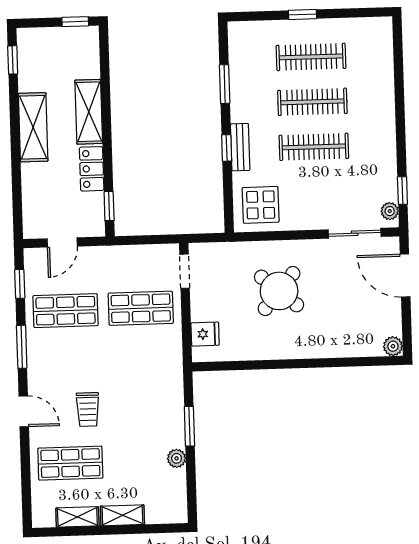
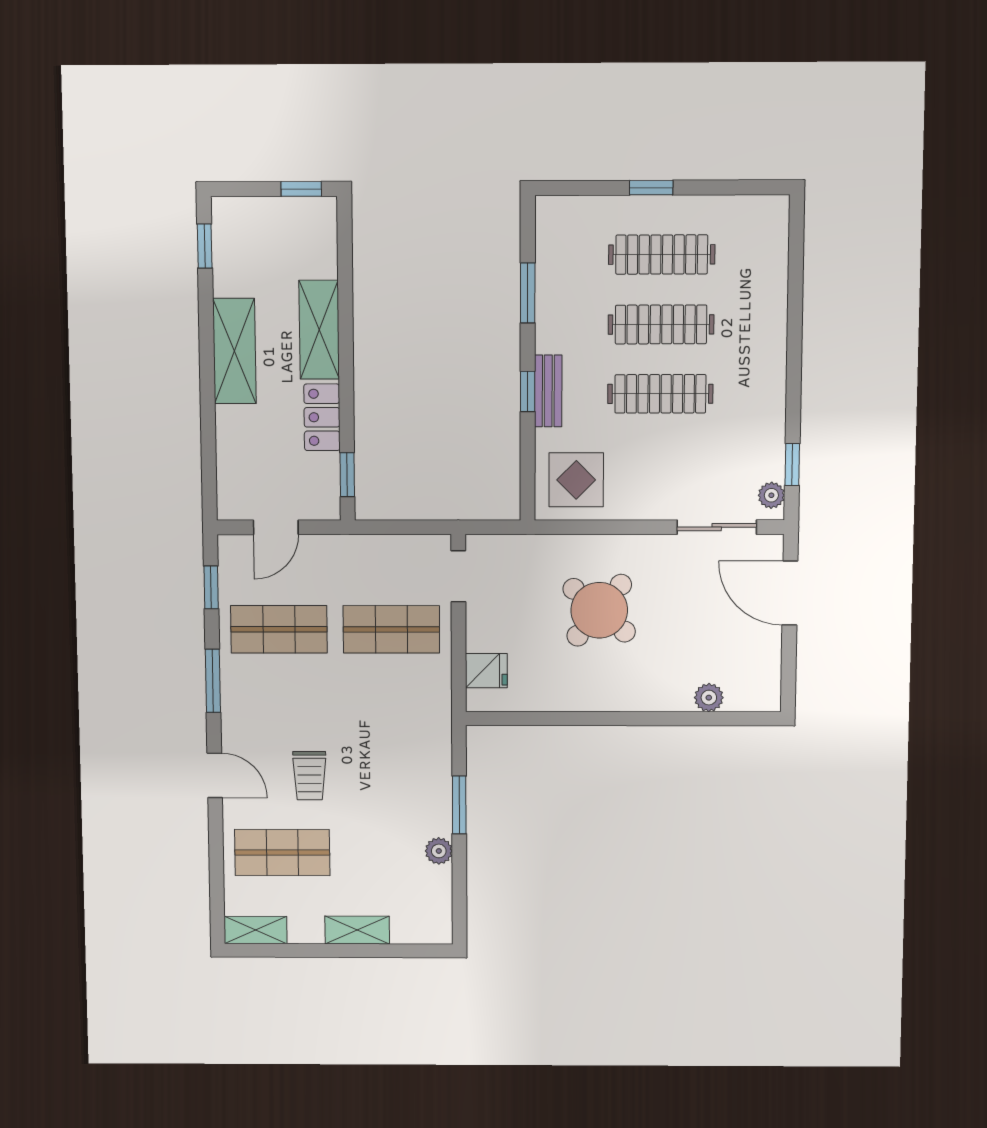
plant: (393, 346) -> (709, 698), moved
shelving: (77, 517) -> (256, 930), moved

